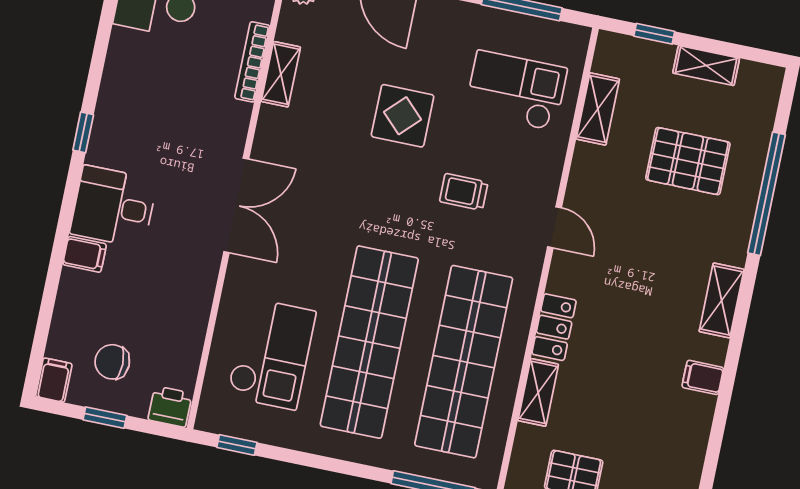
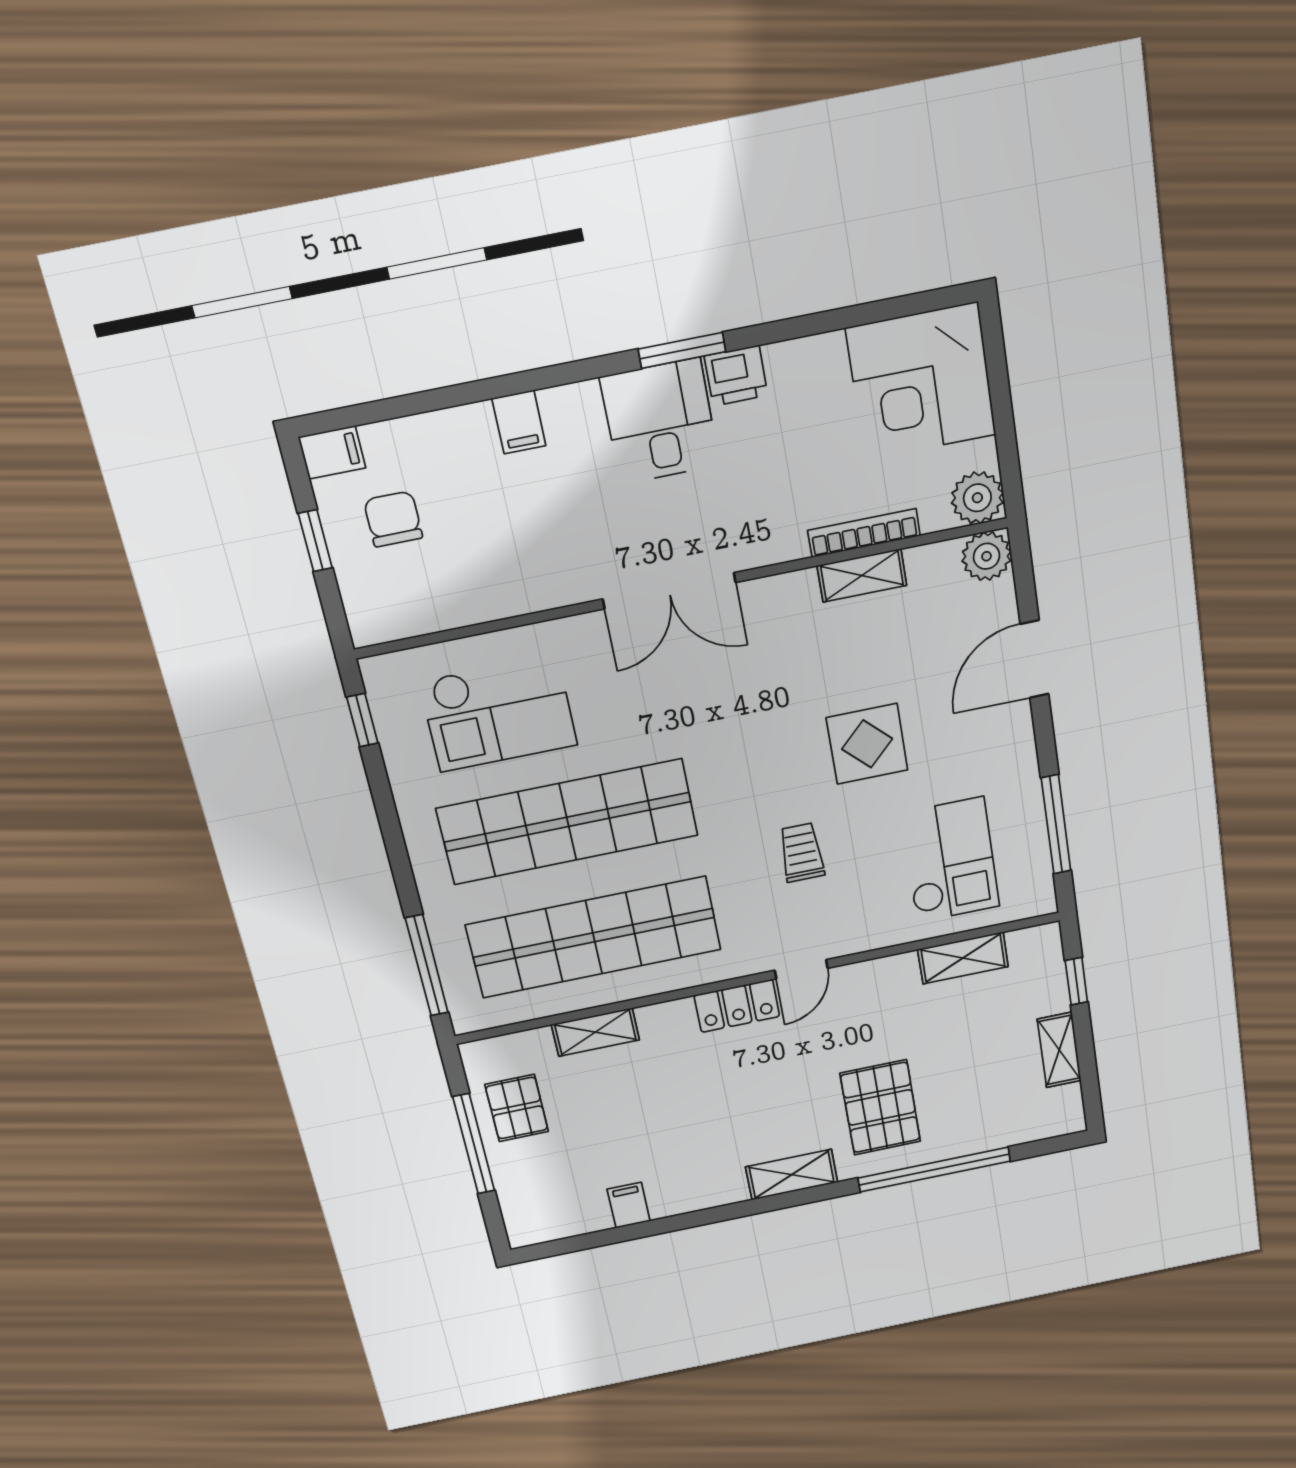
window: (83, 132) -> (682, 350), width x1.50
pallet: (688, 161) -> (880, 1107), moved
desk: (113, 207) -> (660, 421), moved
locker: (554, 327) -> (737, 1006), moved
filing cabinet: (703, 377) -> (629, 1205), moved
printer: (170, 406) -> (736, 376), moved, turned 90

